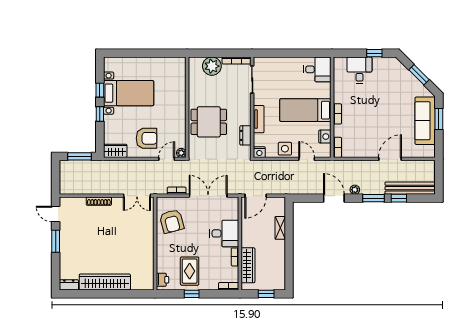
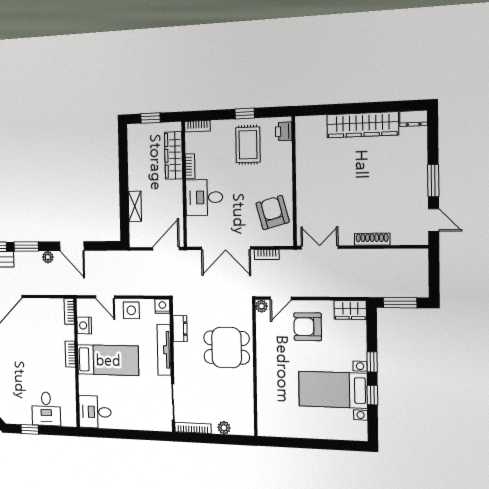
plant: (212, 66) -> (224, 428), width x0.53, depth x0.53
tv unit: (259, 119) -> (164, 350), width x1.41

